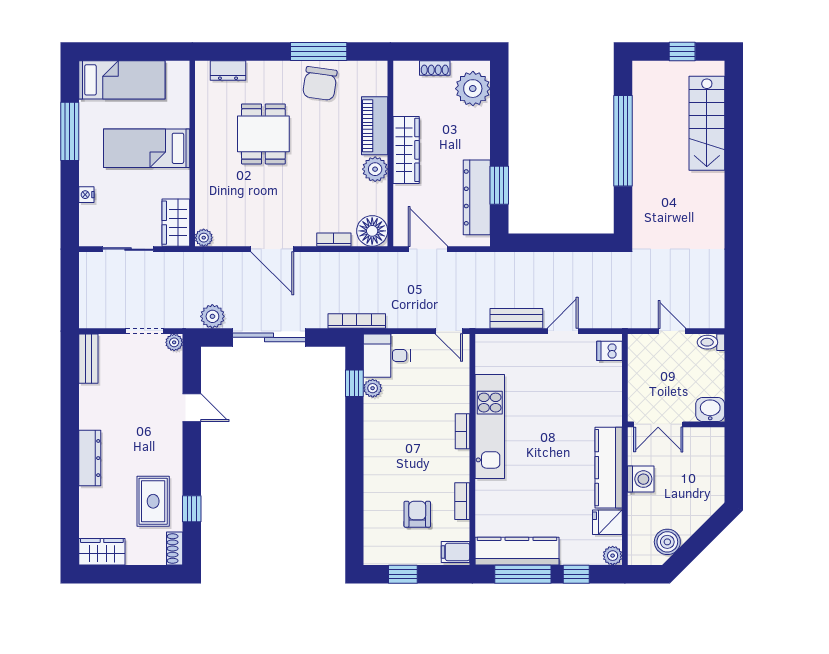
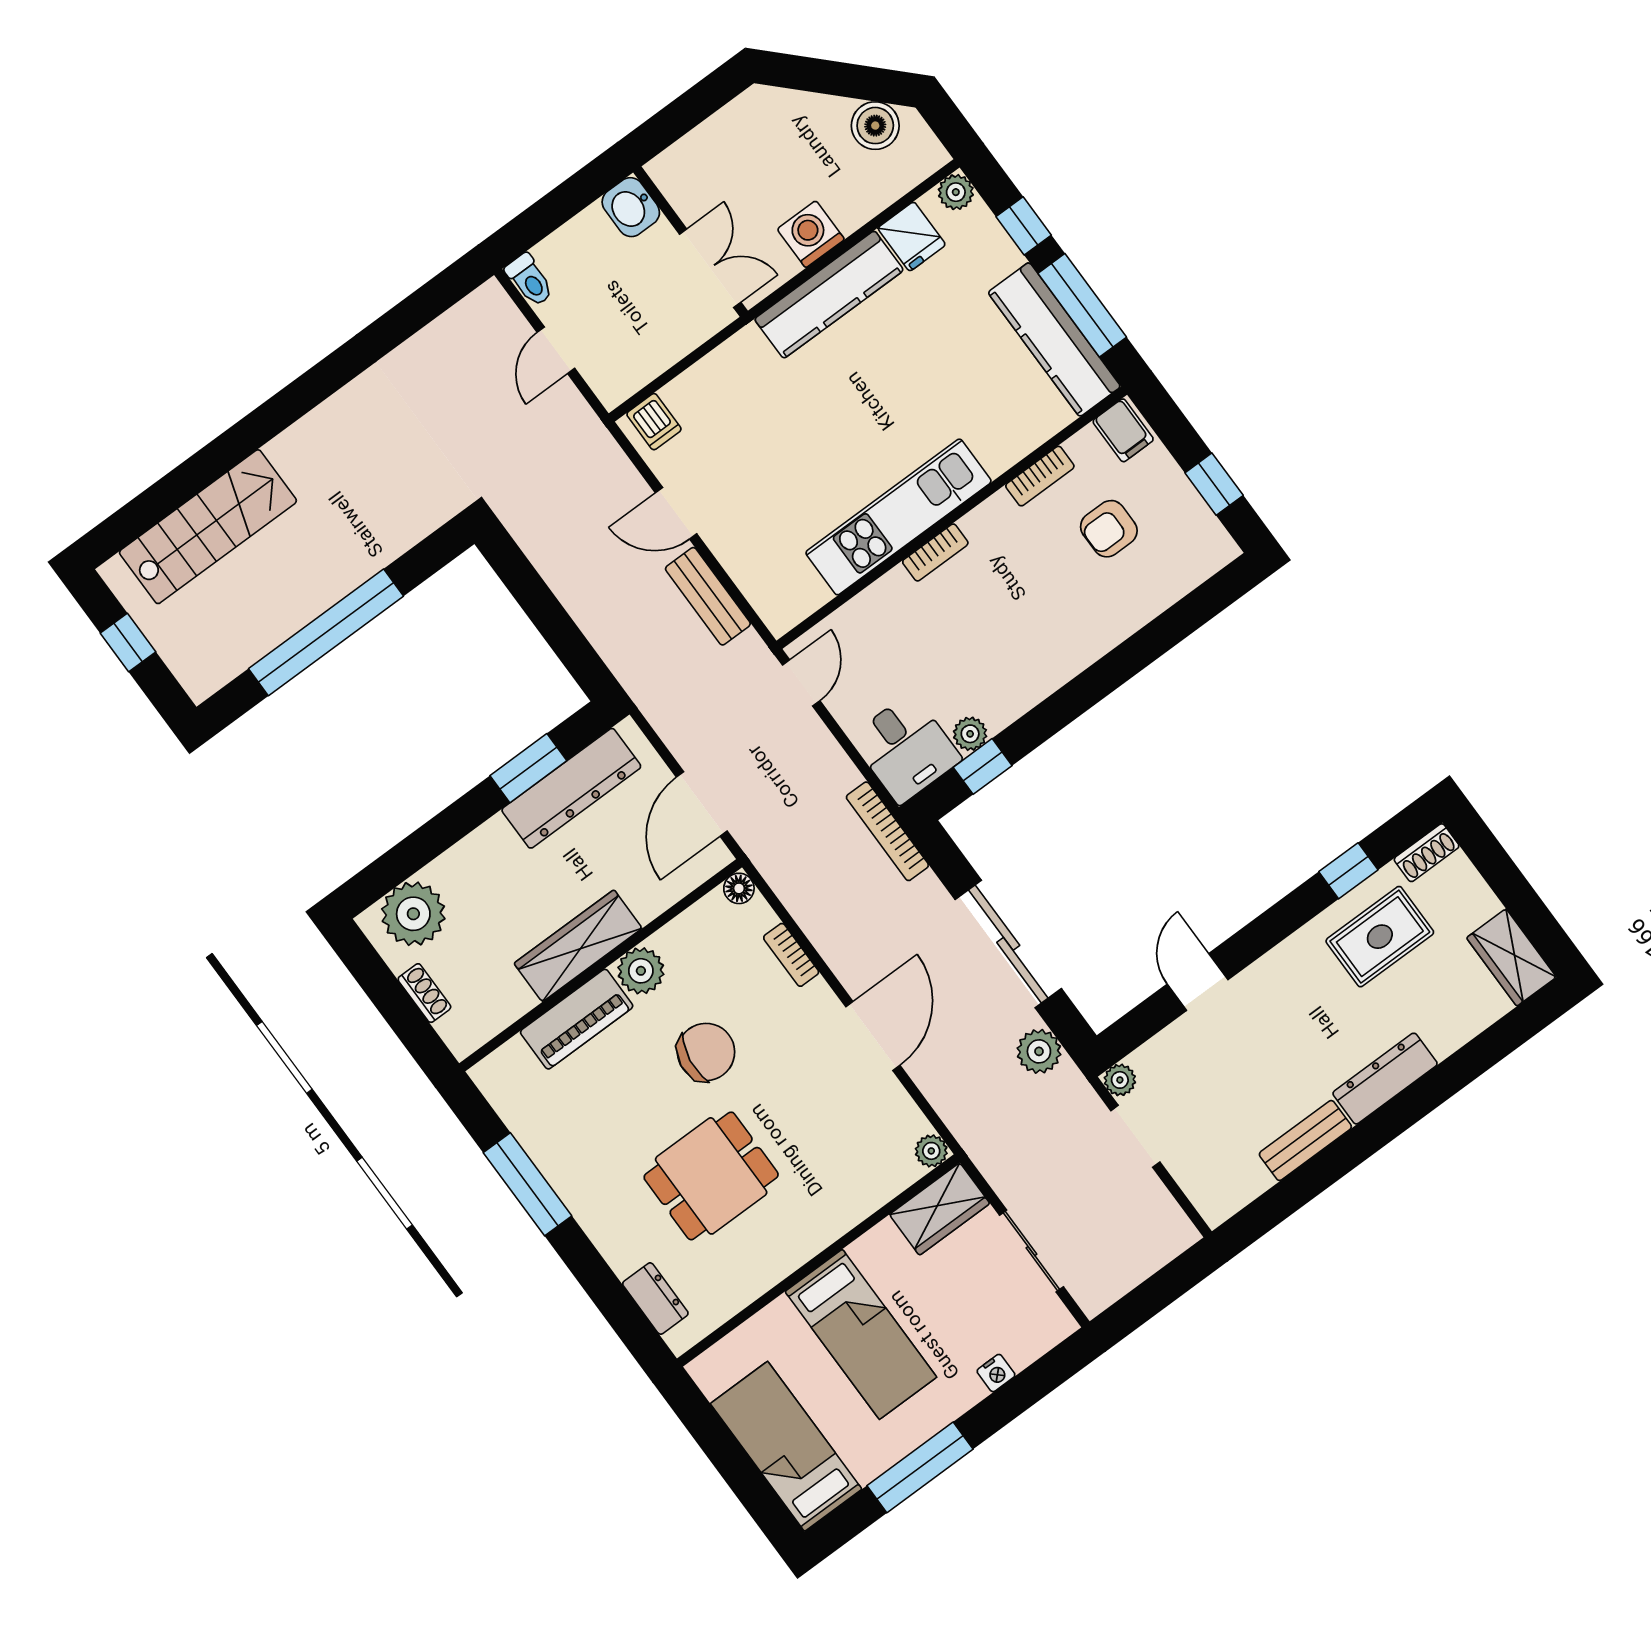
chair: (320, 84) -> (706, 1052), moved
floor lamp: (372, 231) -> (739, 888), width x0.53, depth x0.53
bench: (88, 359) -> (1305, 1141), moved

